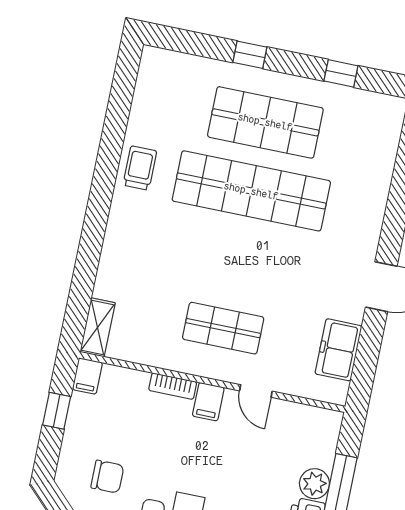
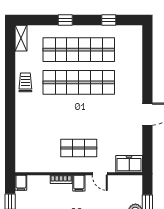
shop shelf: (265, 122) -> (79, 50), width x1.40
shelving: (98, 327) -> (21, 38), moved
freezer: (338, 350) -> (129, 164), moved, turned 90

